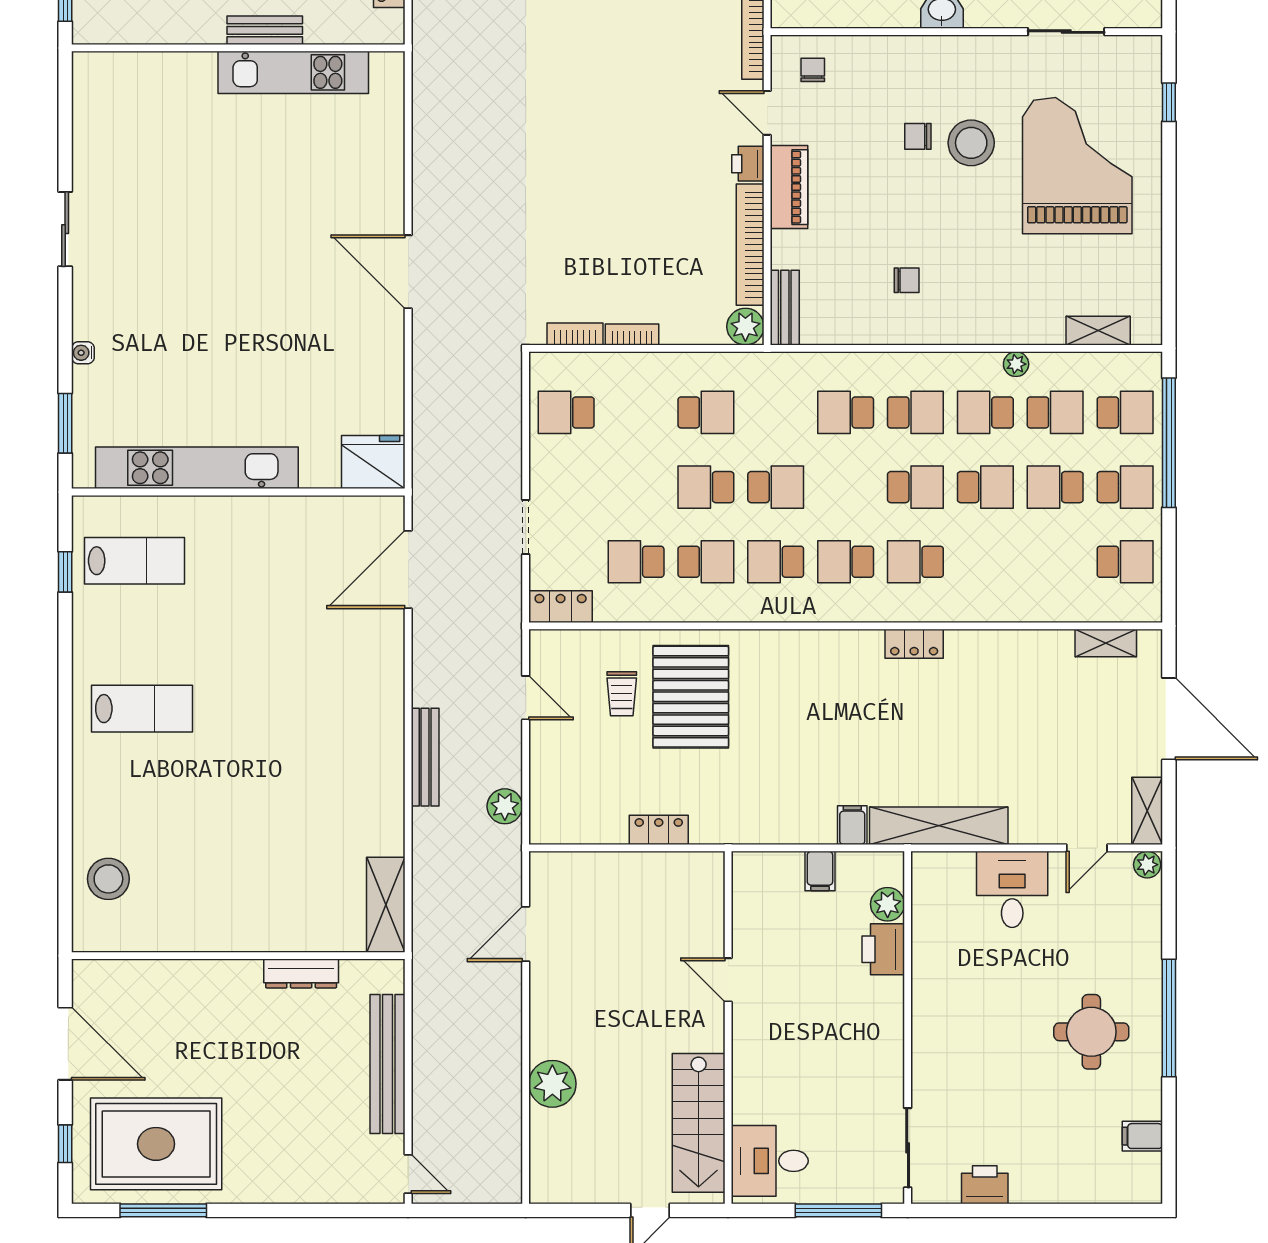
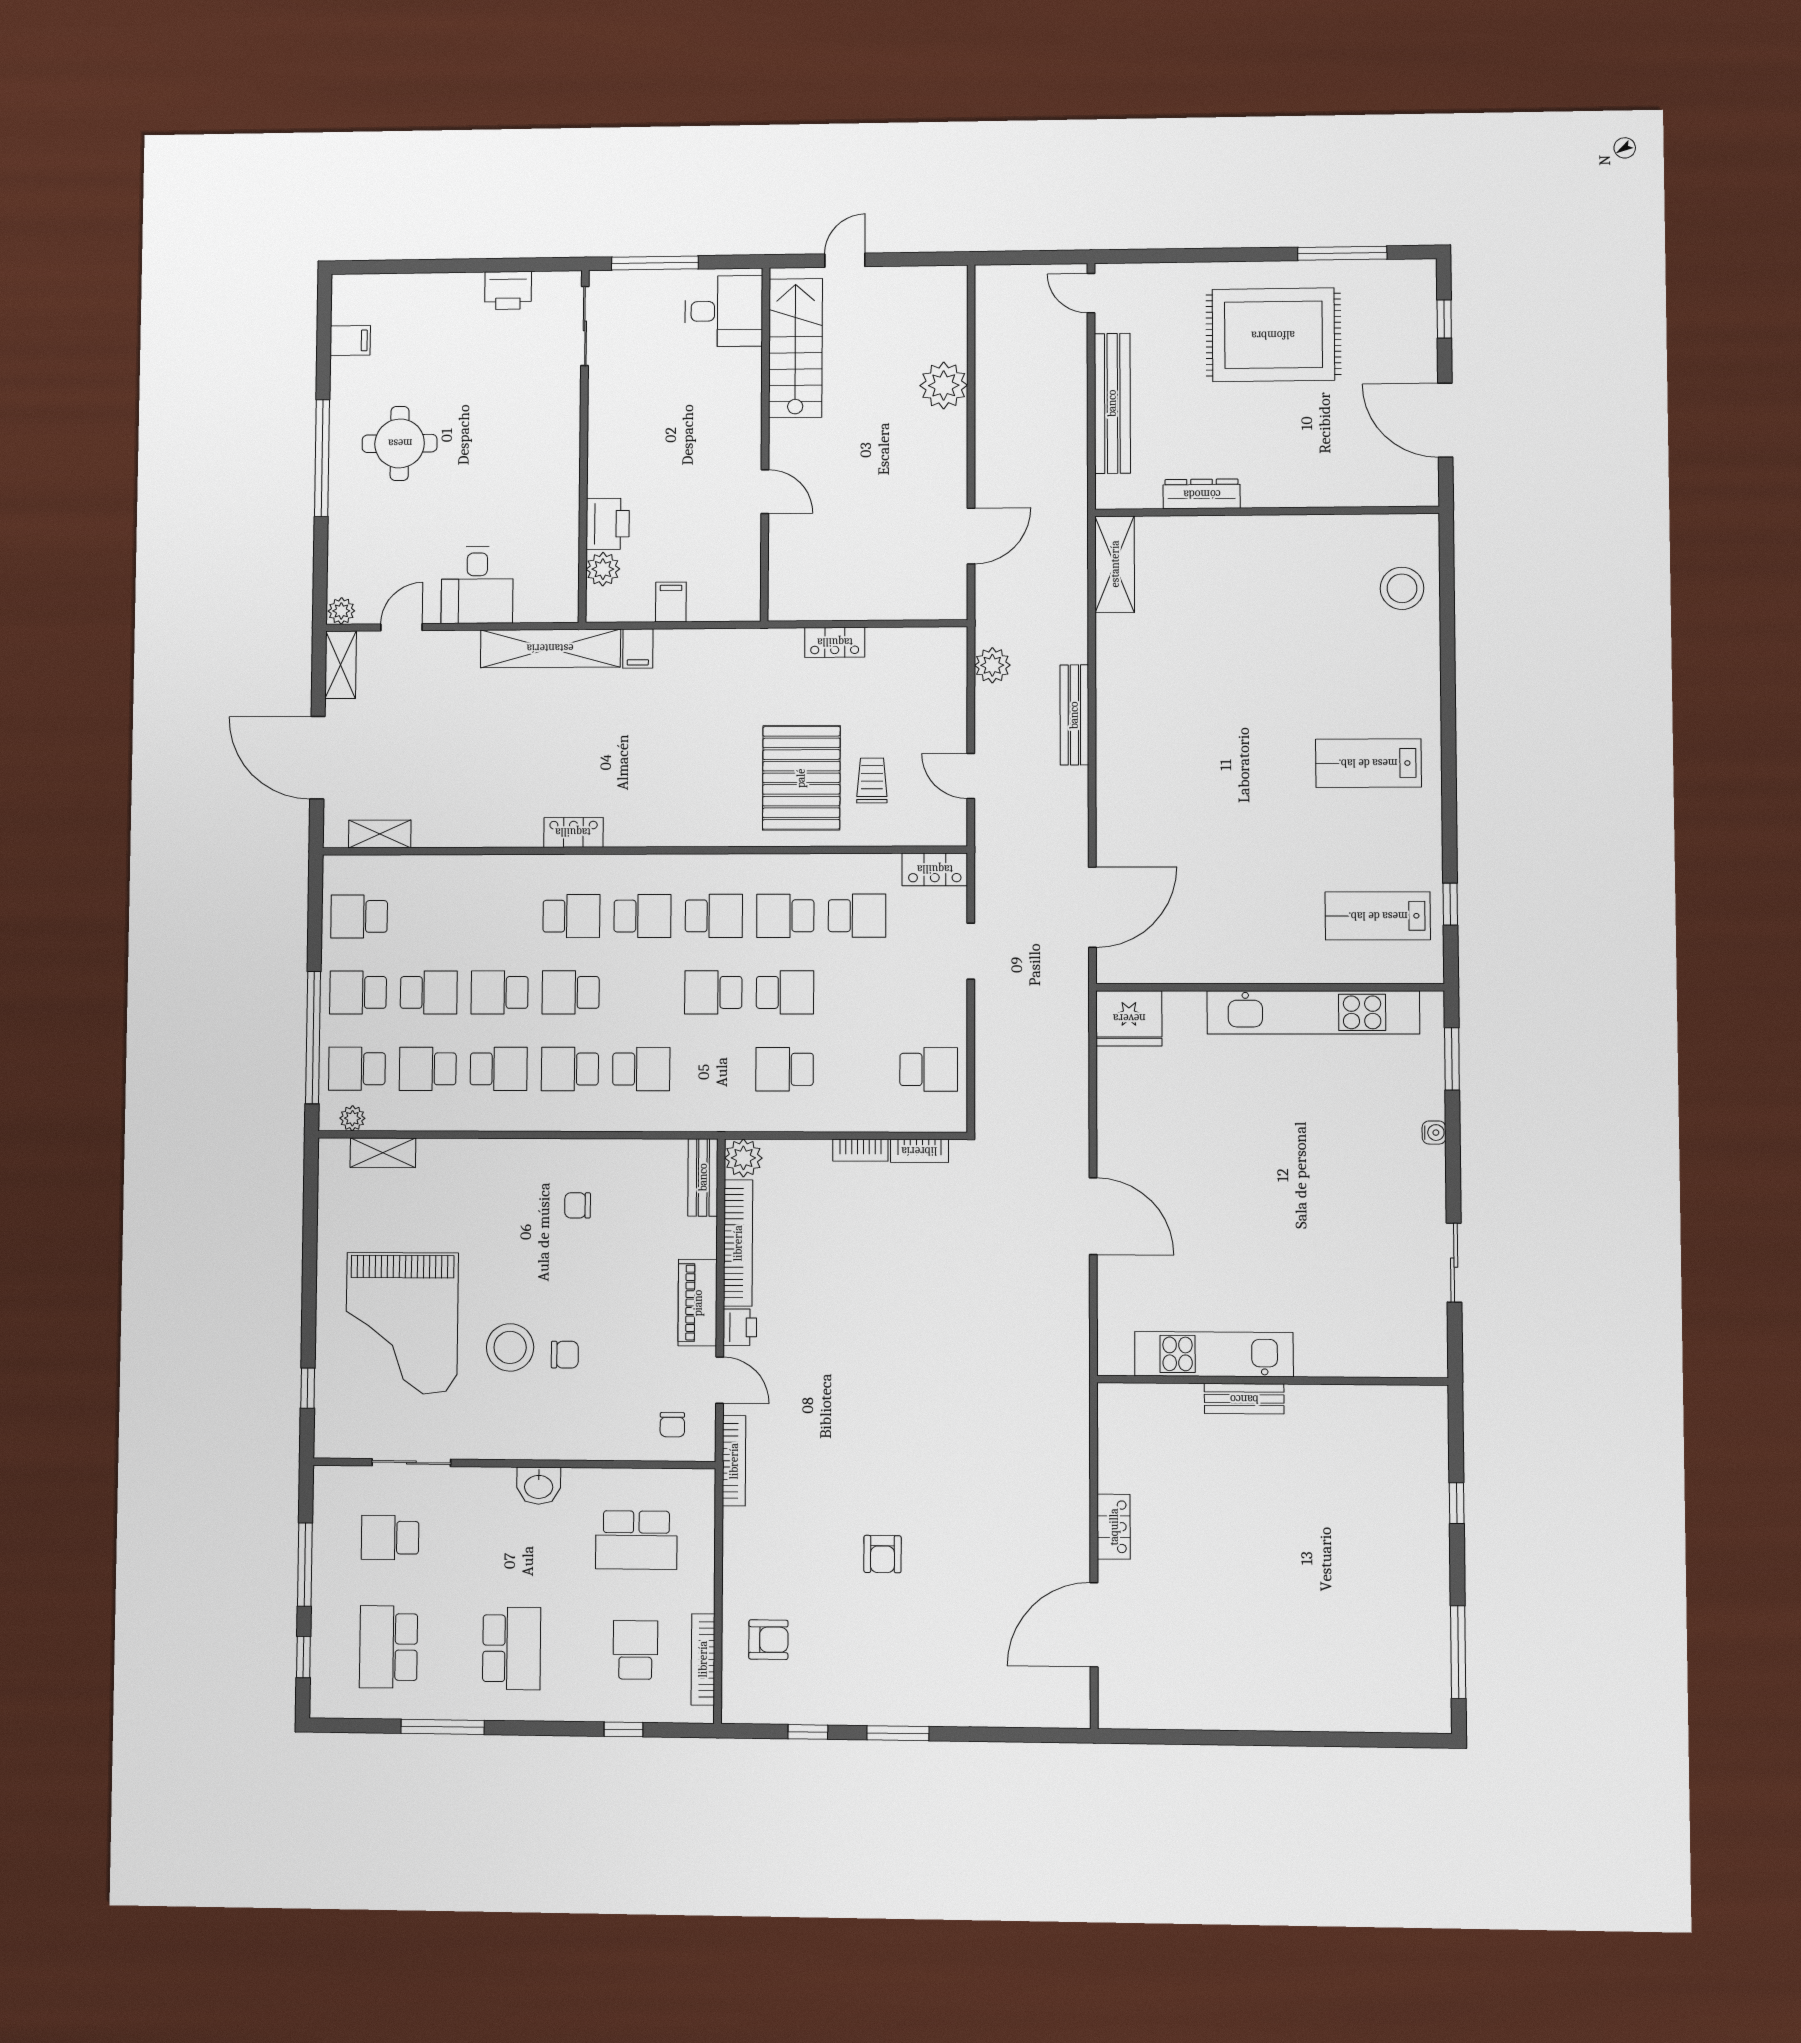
bench: (265, 30) -> (1244, 1399), moved
wall: (238, 48) -> (1272, 1380), moved
kitchen unit: (293, 72) -> (1214, 1354), moved
plant: (1016, 364) -> (352, 1118), moved
rug: (156, 1144) -> (1273, 335), moved

